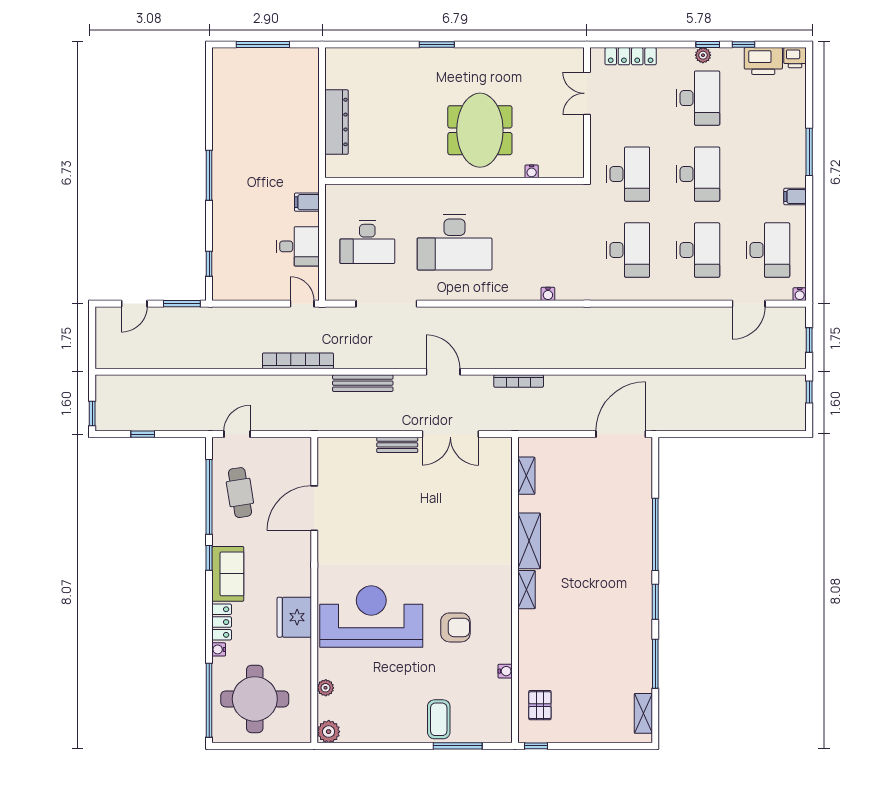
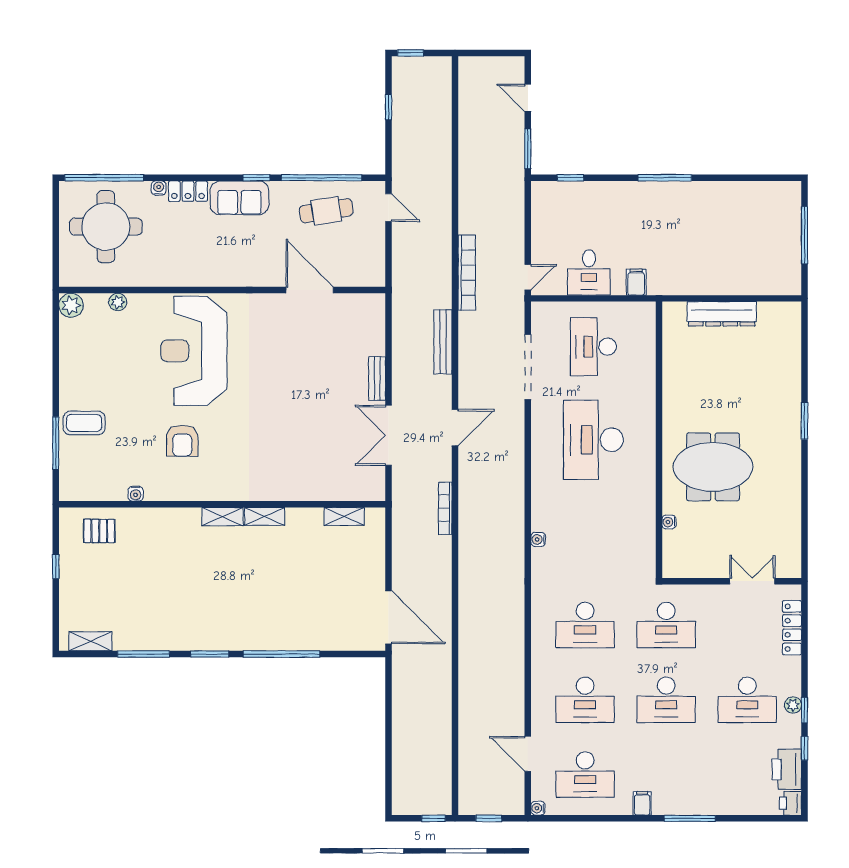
shelving: (529, 541) -> (265, 516), width x0.67, depth x0.75
fridge: (294, 617) -> (193, 269), removed
reception desk: (371, 617) -> (194, 351), turned 180
window: (536, 746) -> (56, 566), moved

